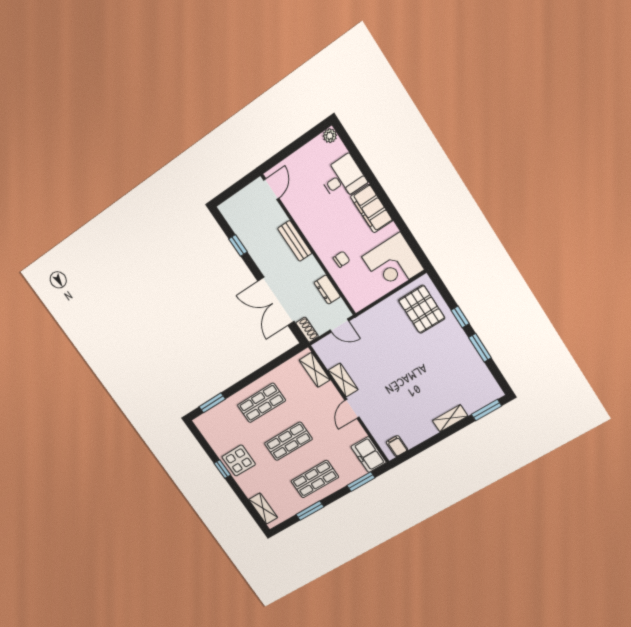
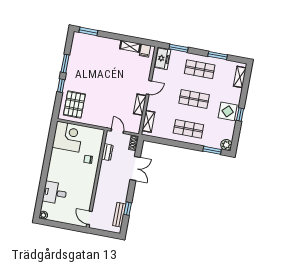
door: (271, 189) -> (89, 218), hinge flipped
filing cabinet: (372, 209) -> (55, 168), removed
bench: (295, 241) -> (119, 215), moved
double door: (276, 301) -> (135, 168), width x0.73
shelving: (450, 418) -> (130, 46), moved
plant: (203, 423) -> (226, 145), added

